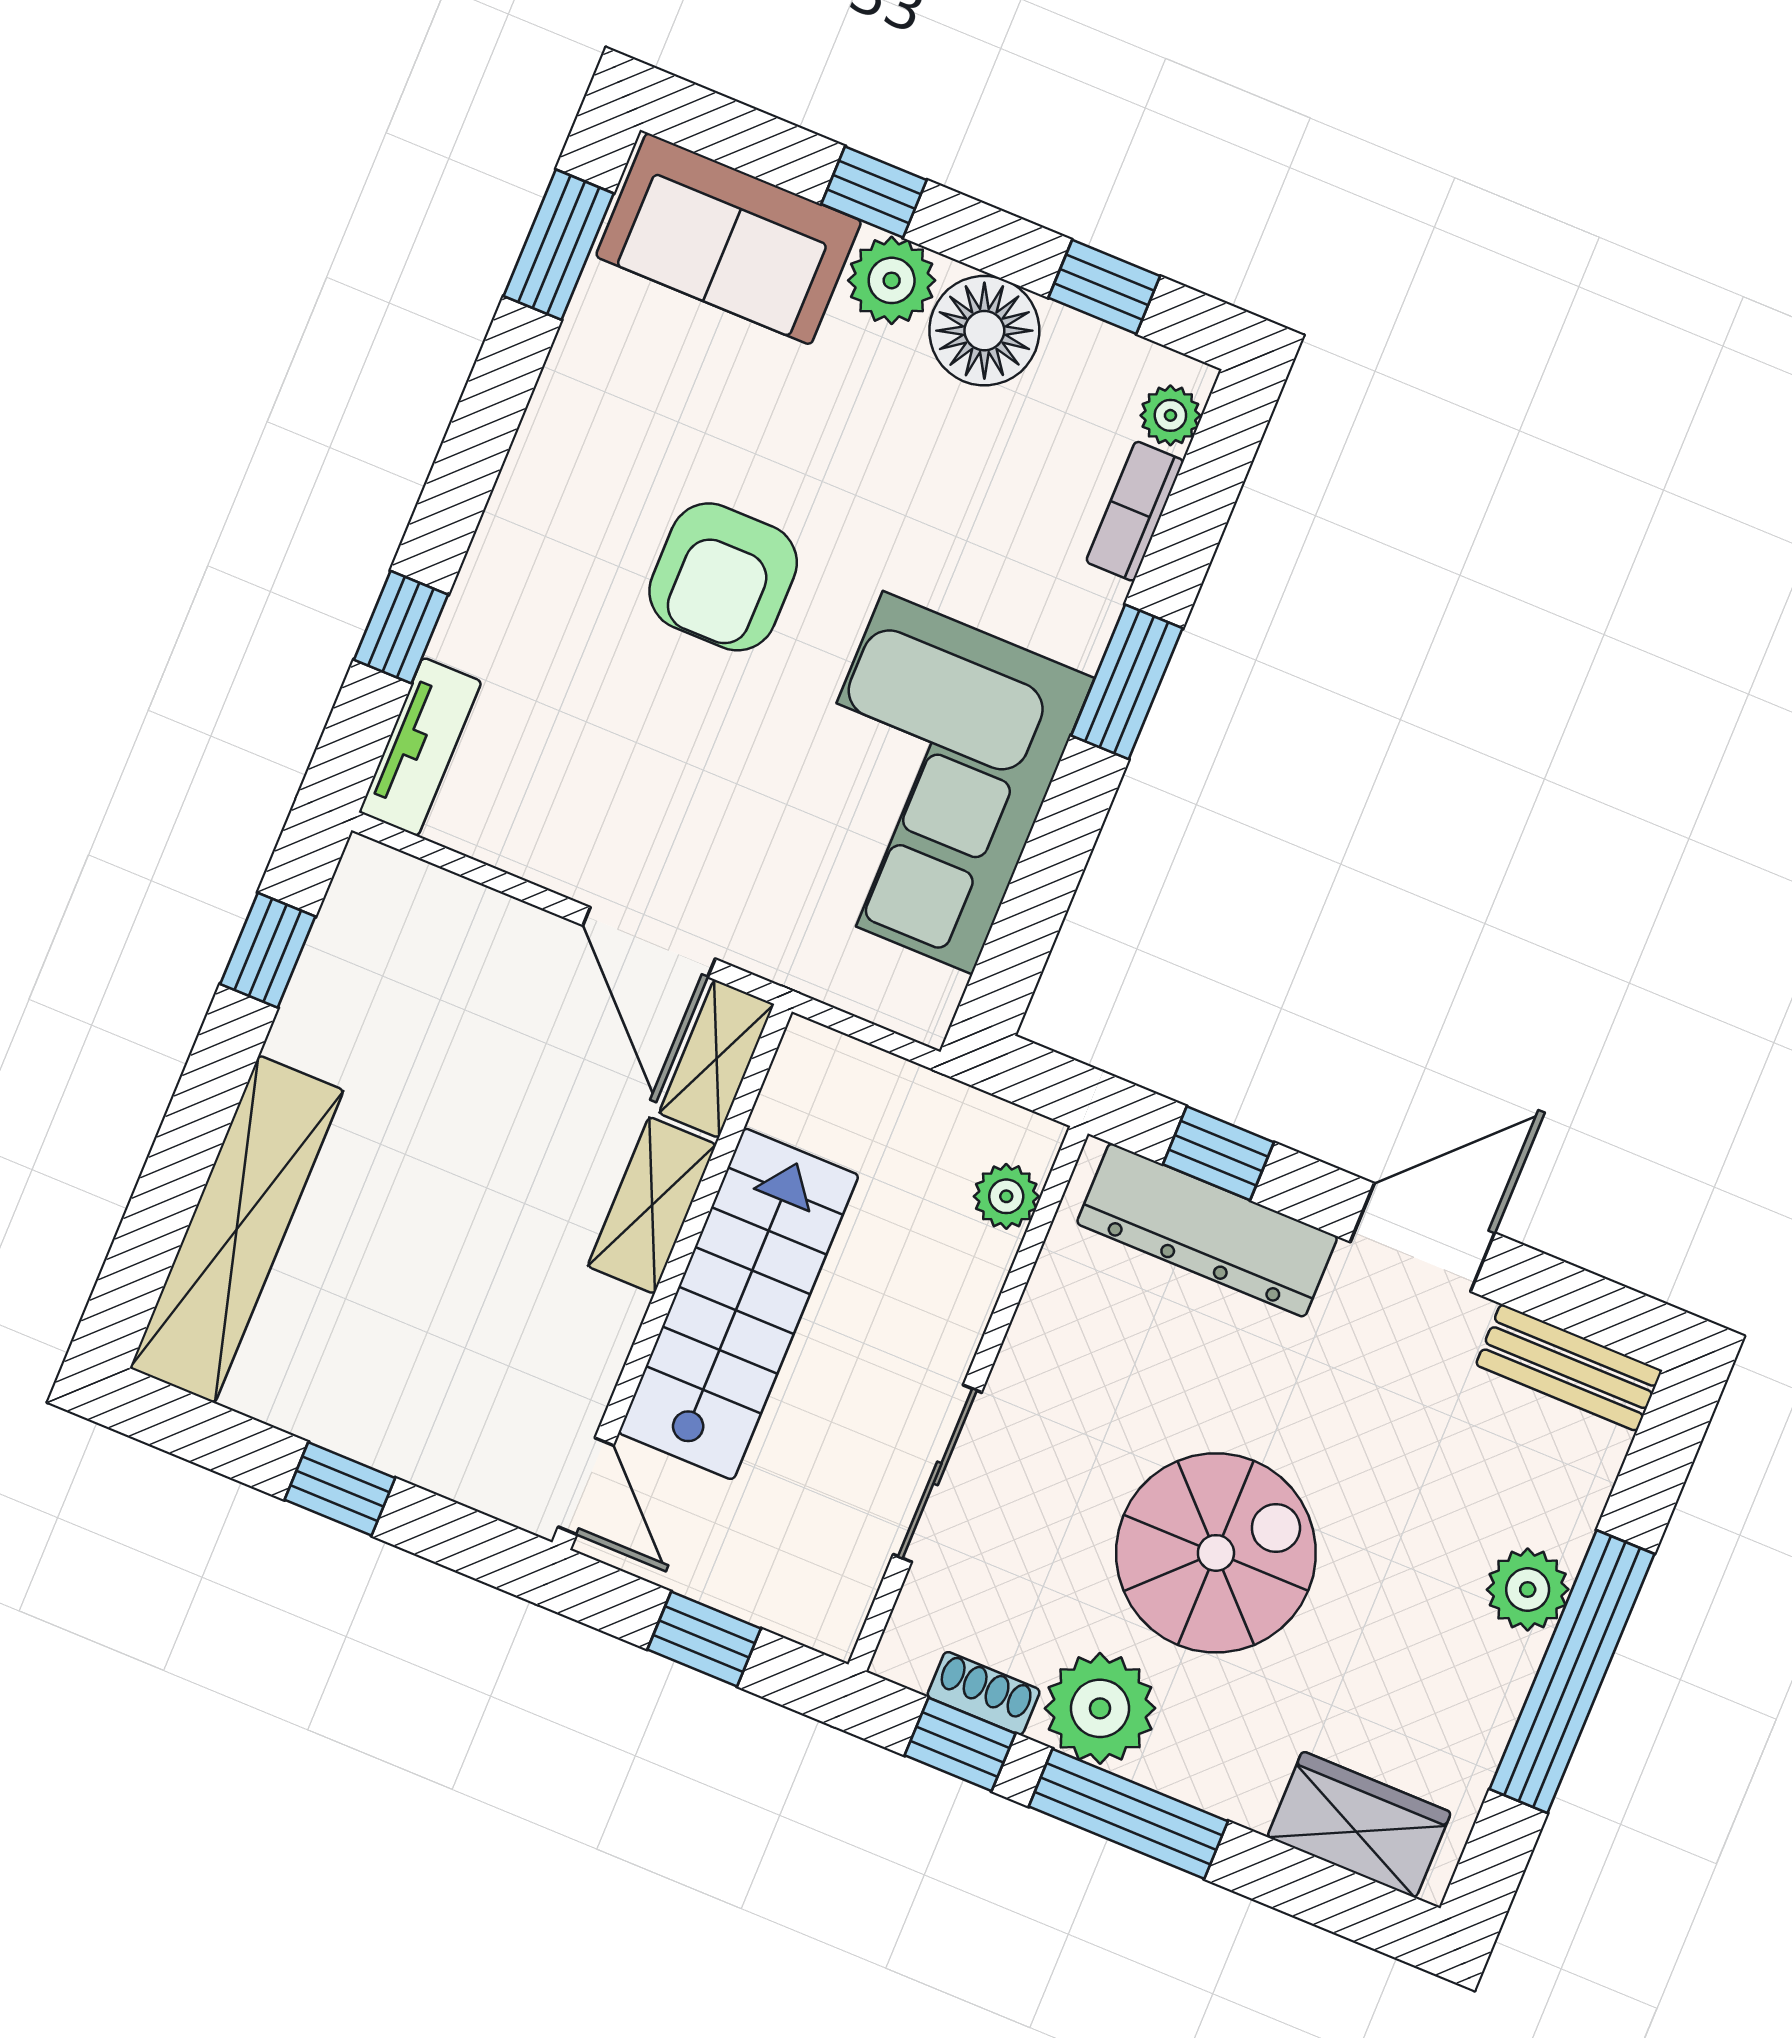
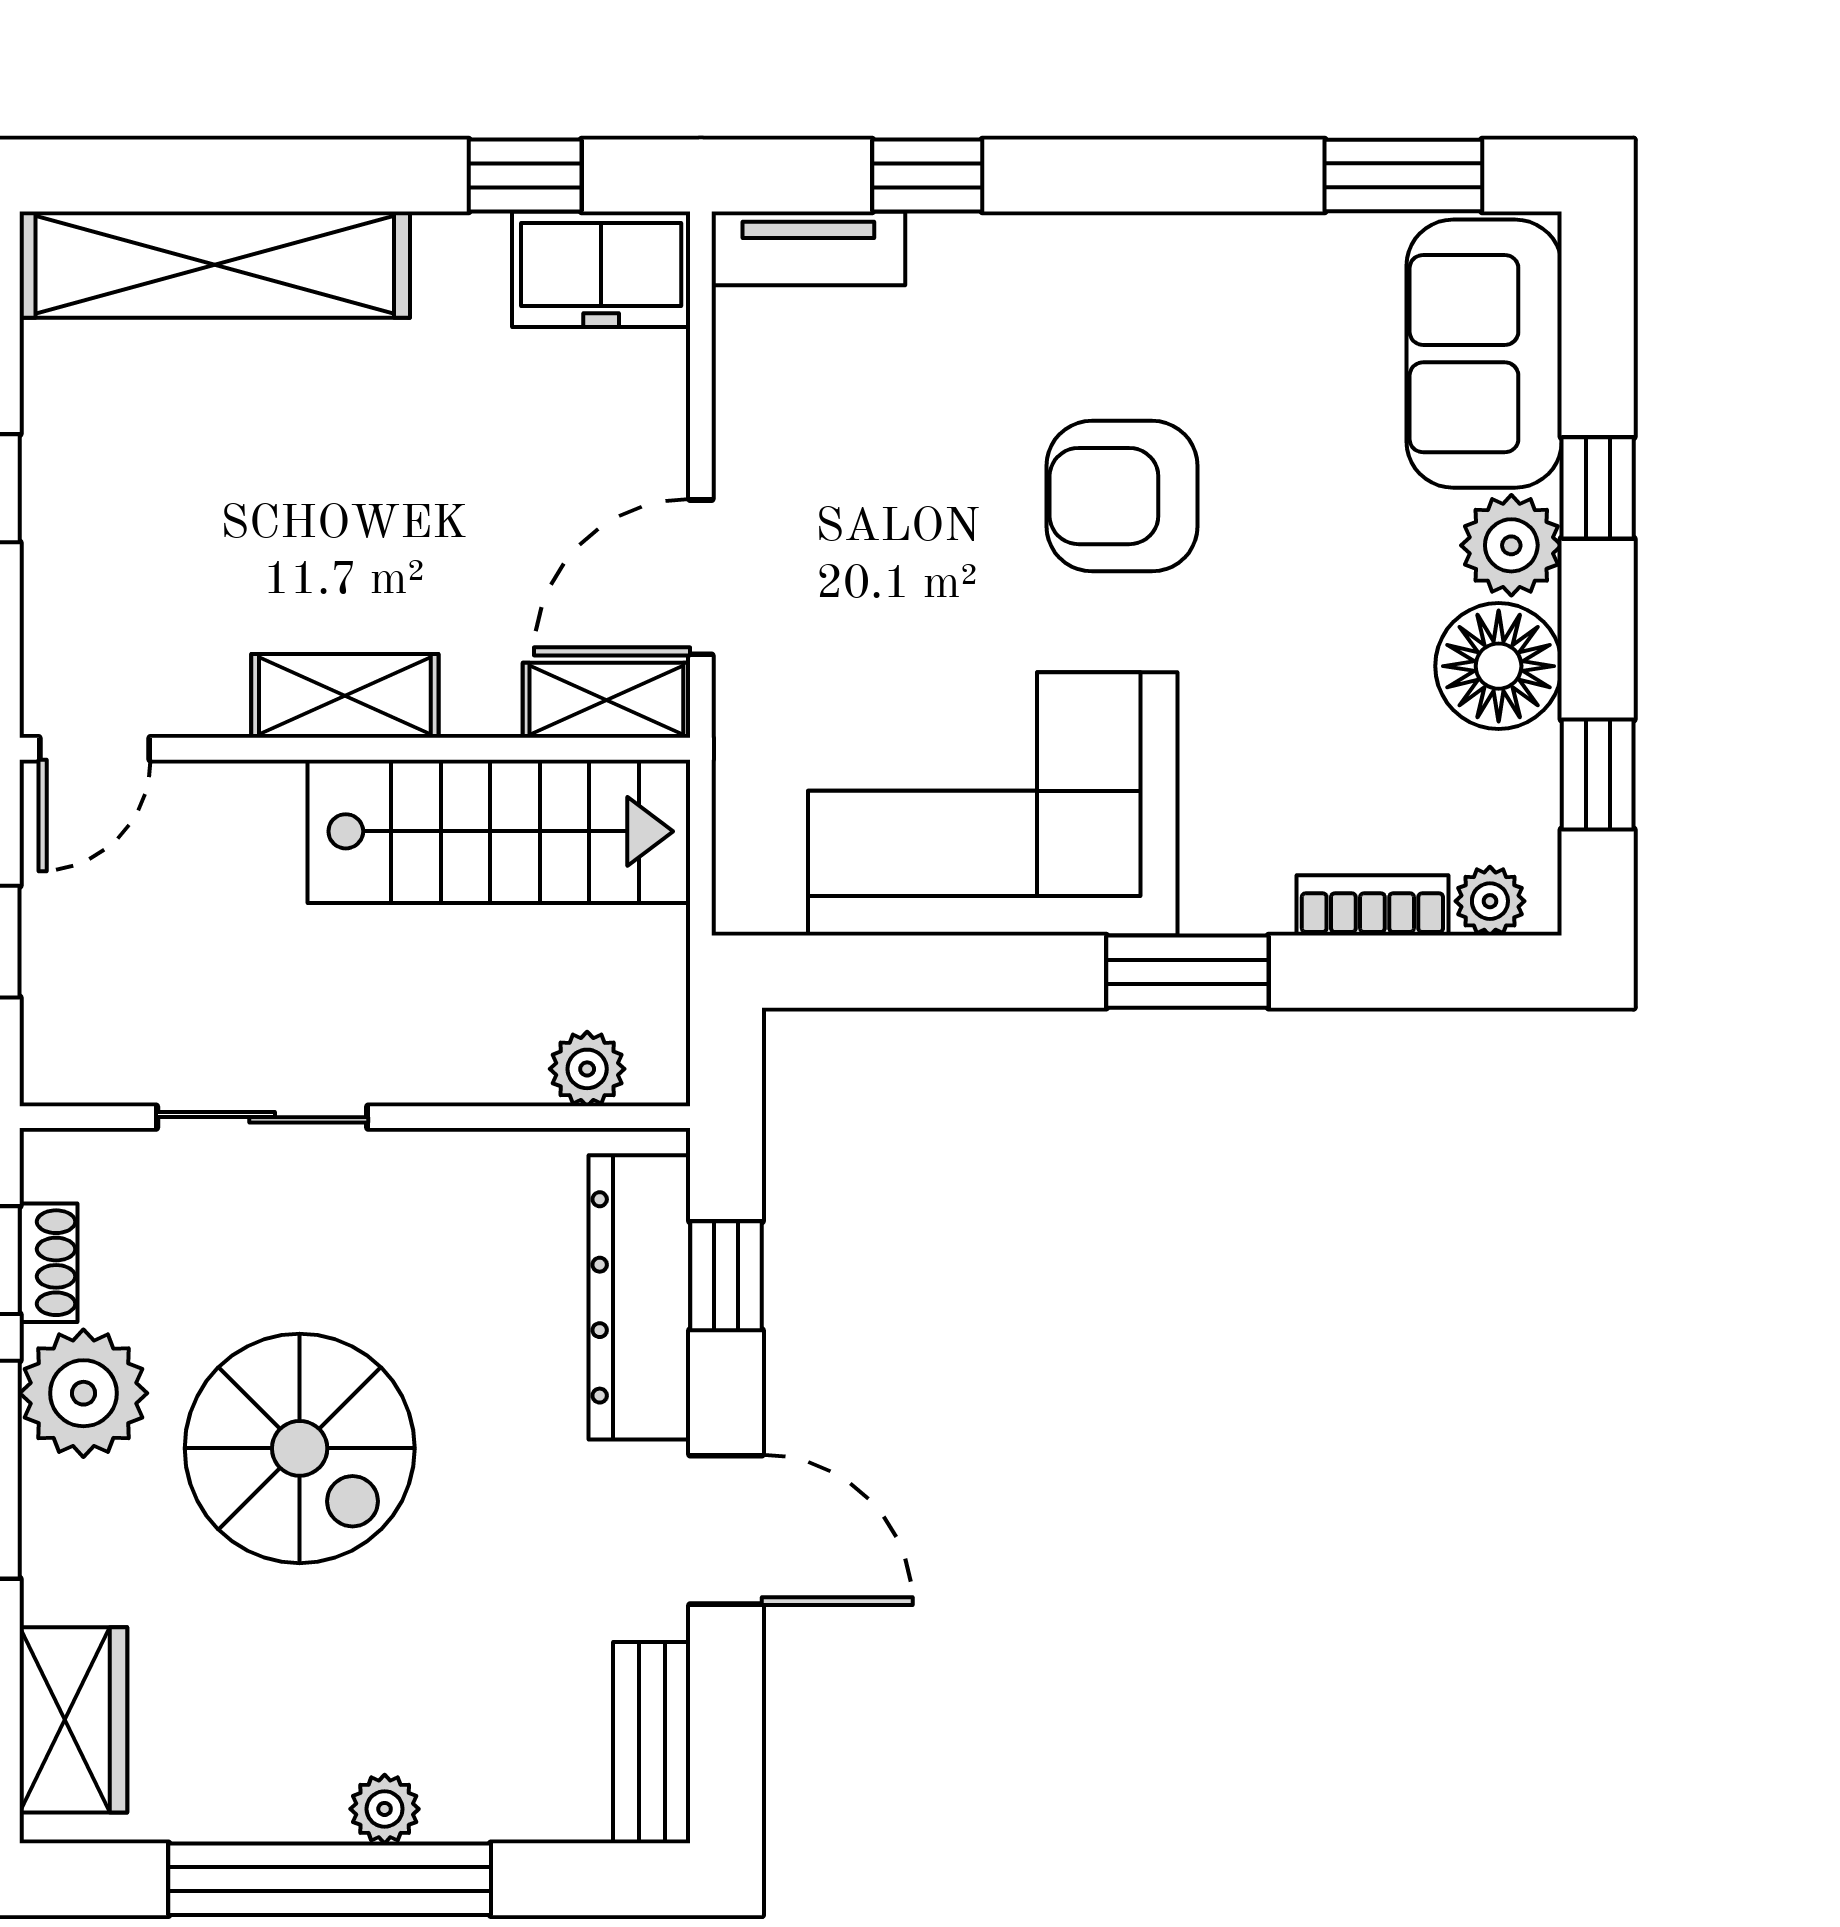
freezer: (368, 920) -> (601, 269), added
shelving: (652, 1205) -> (345, 696), moved
stairs: (739, 1304) -> (498, 831), moved
plant: (1528, 1590) -> (385, 1809), width x0.73, depth x0.73

